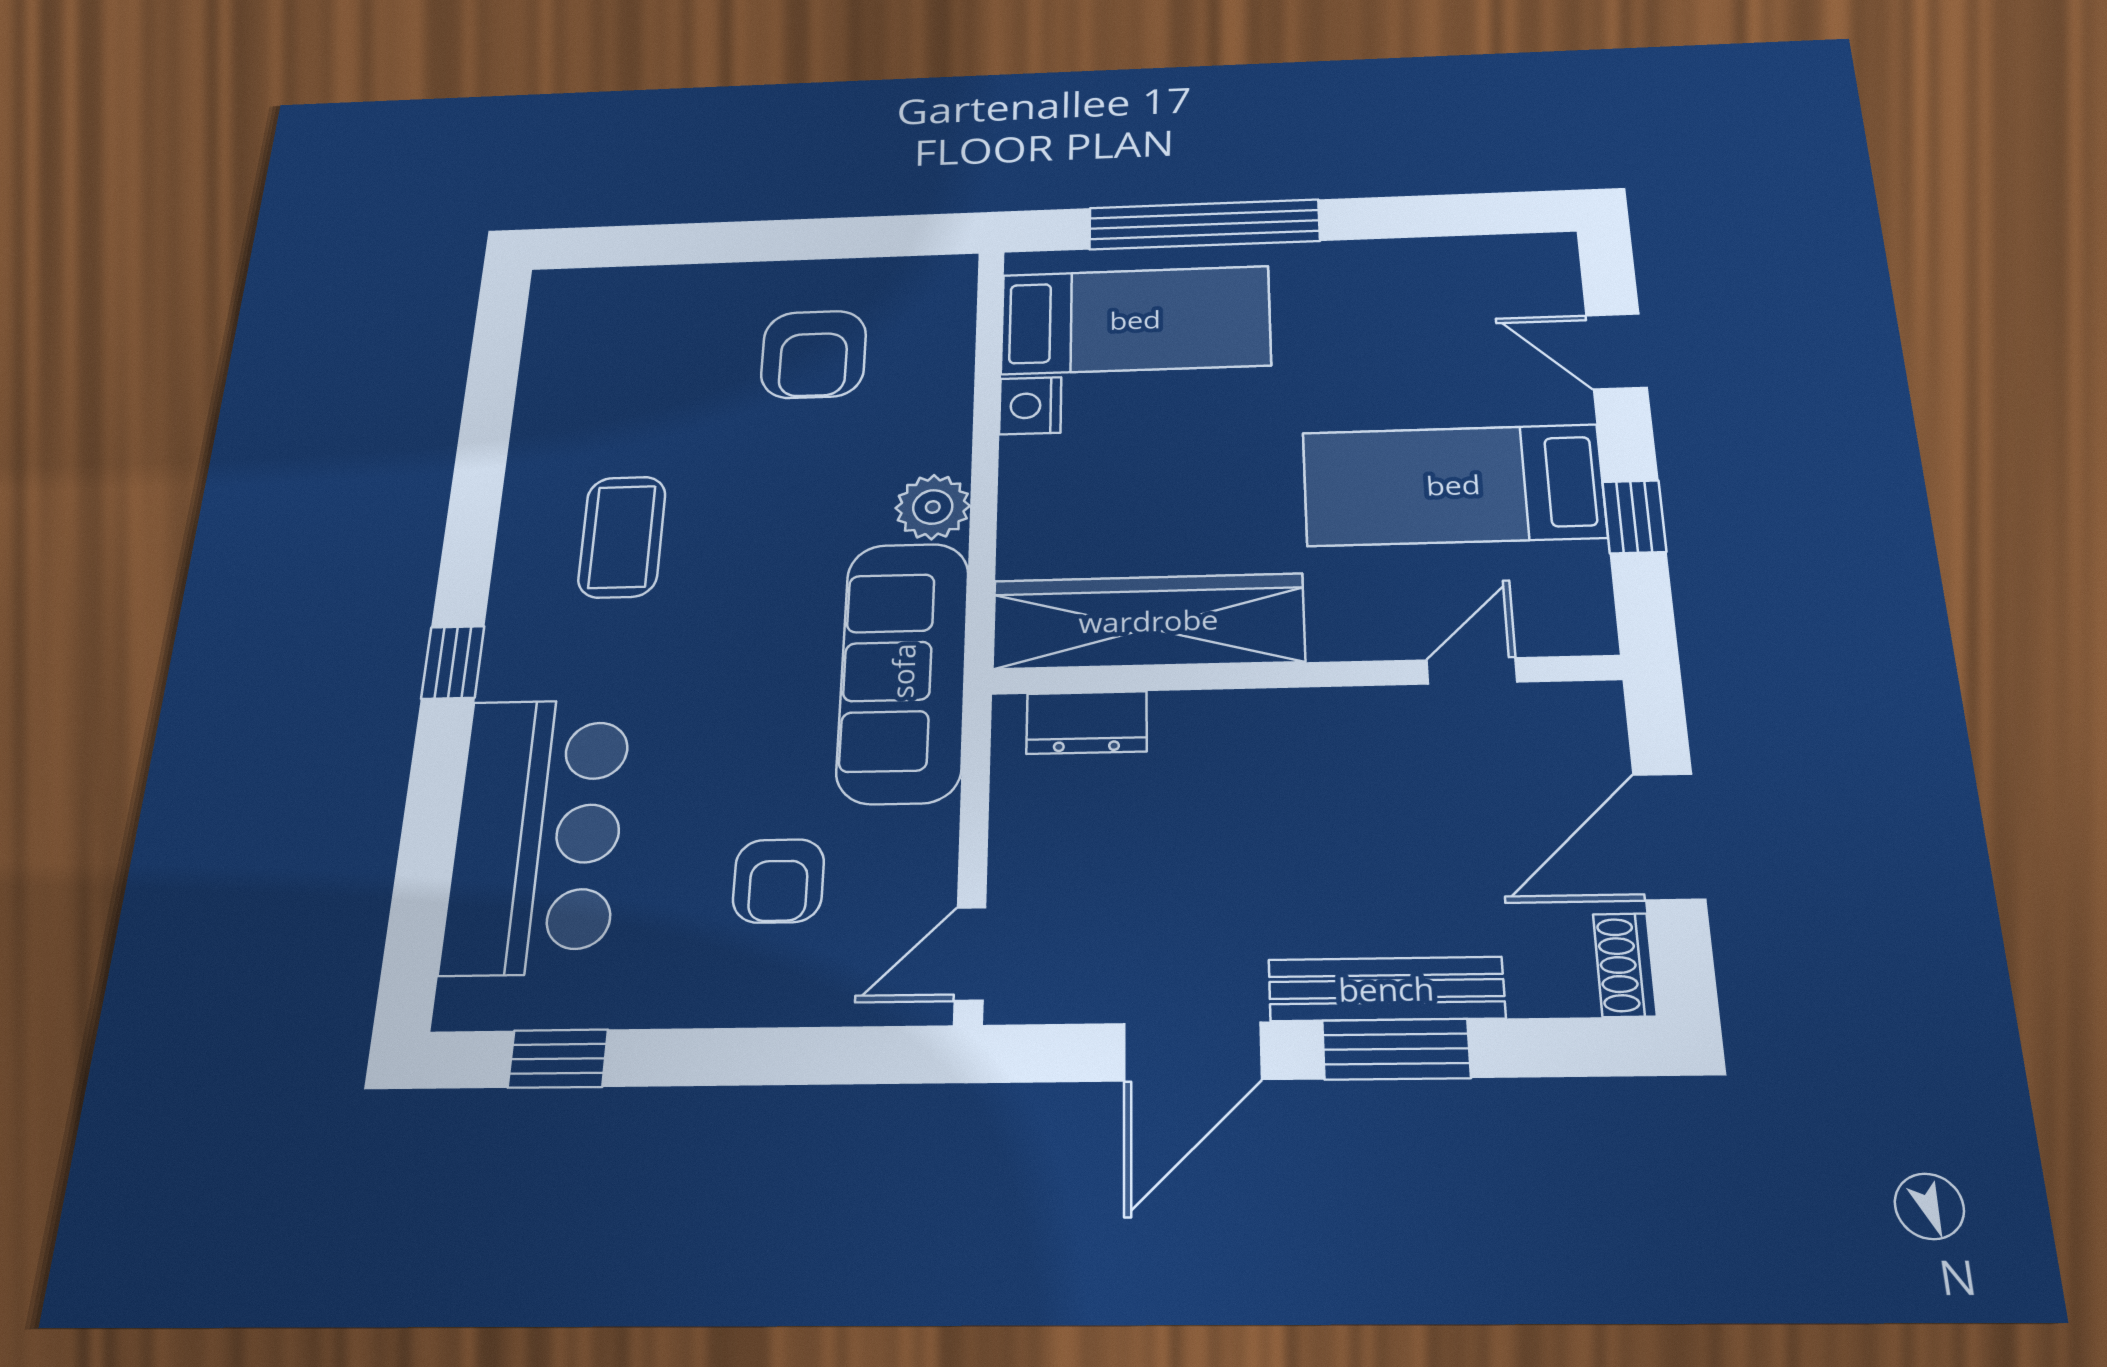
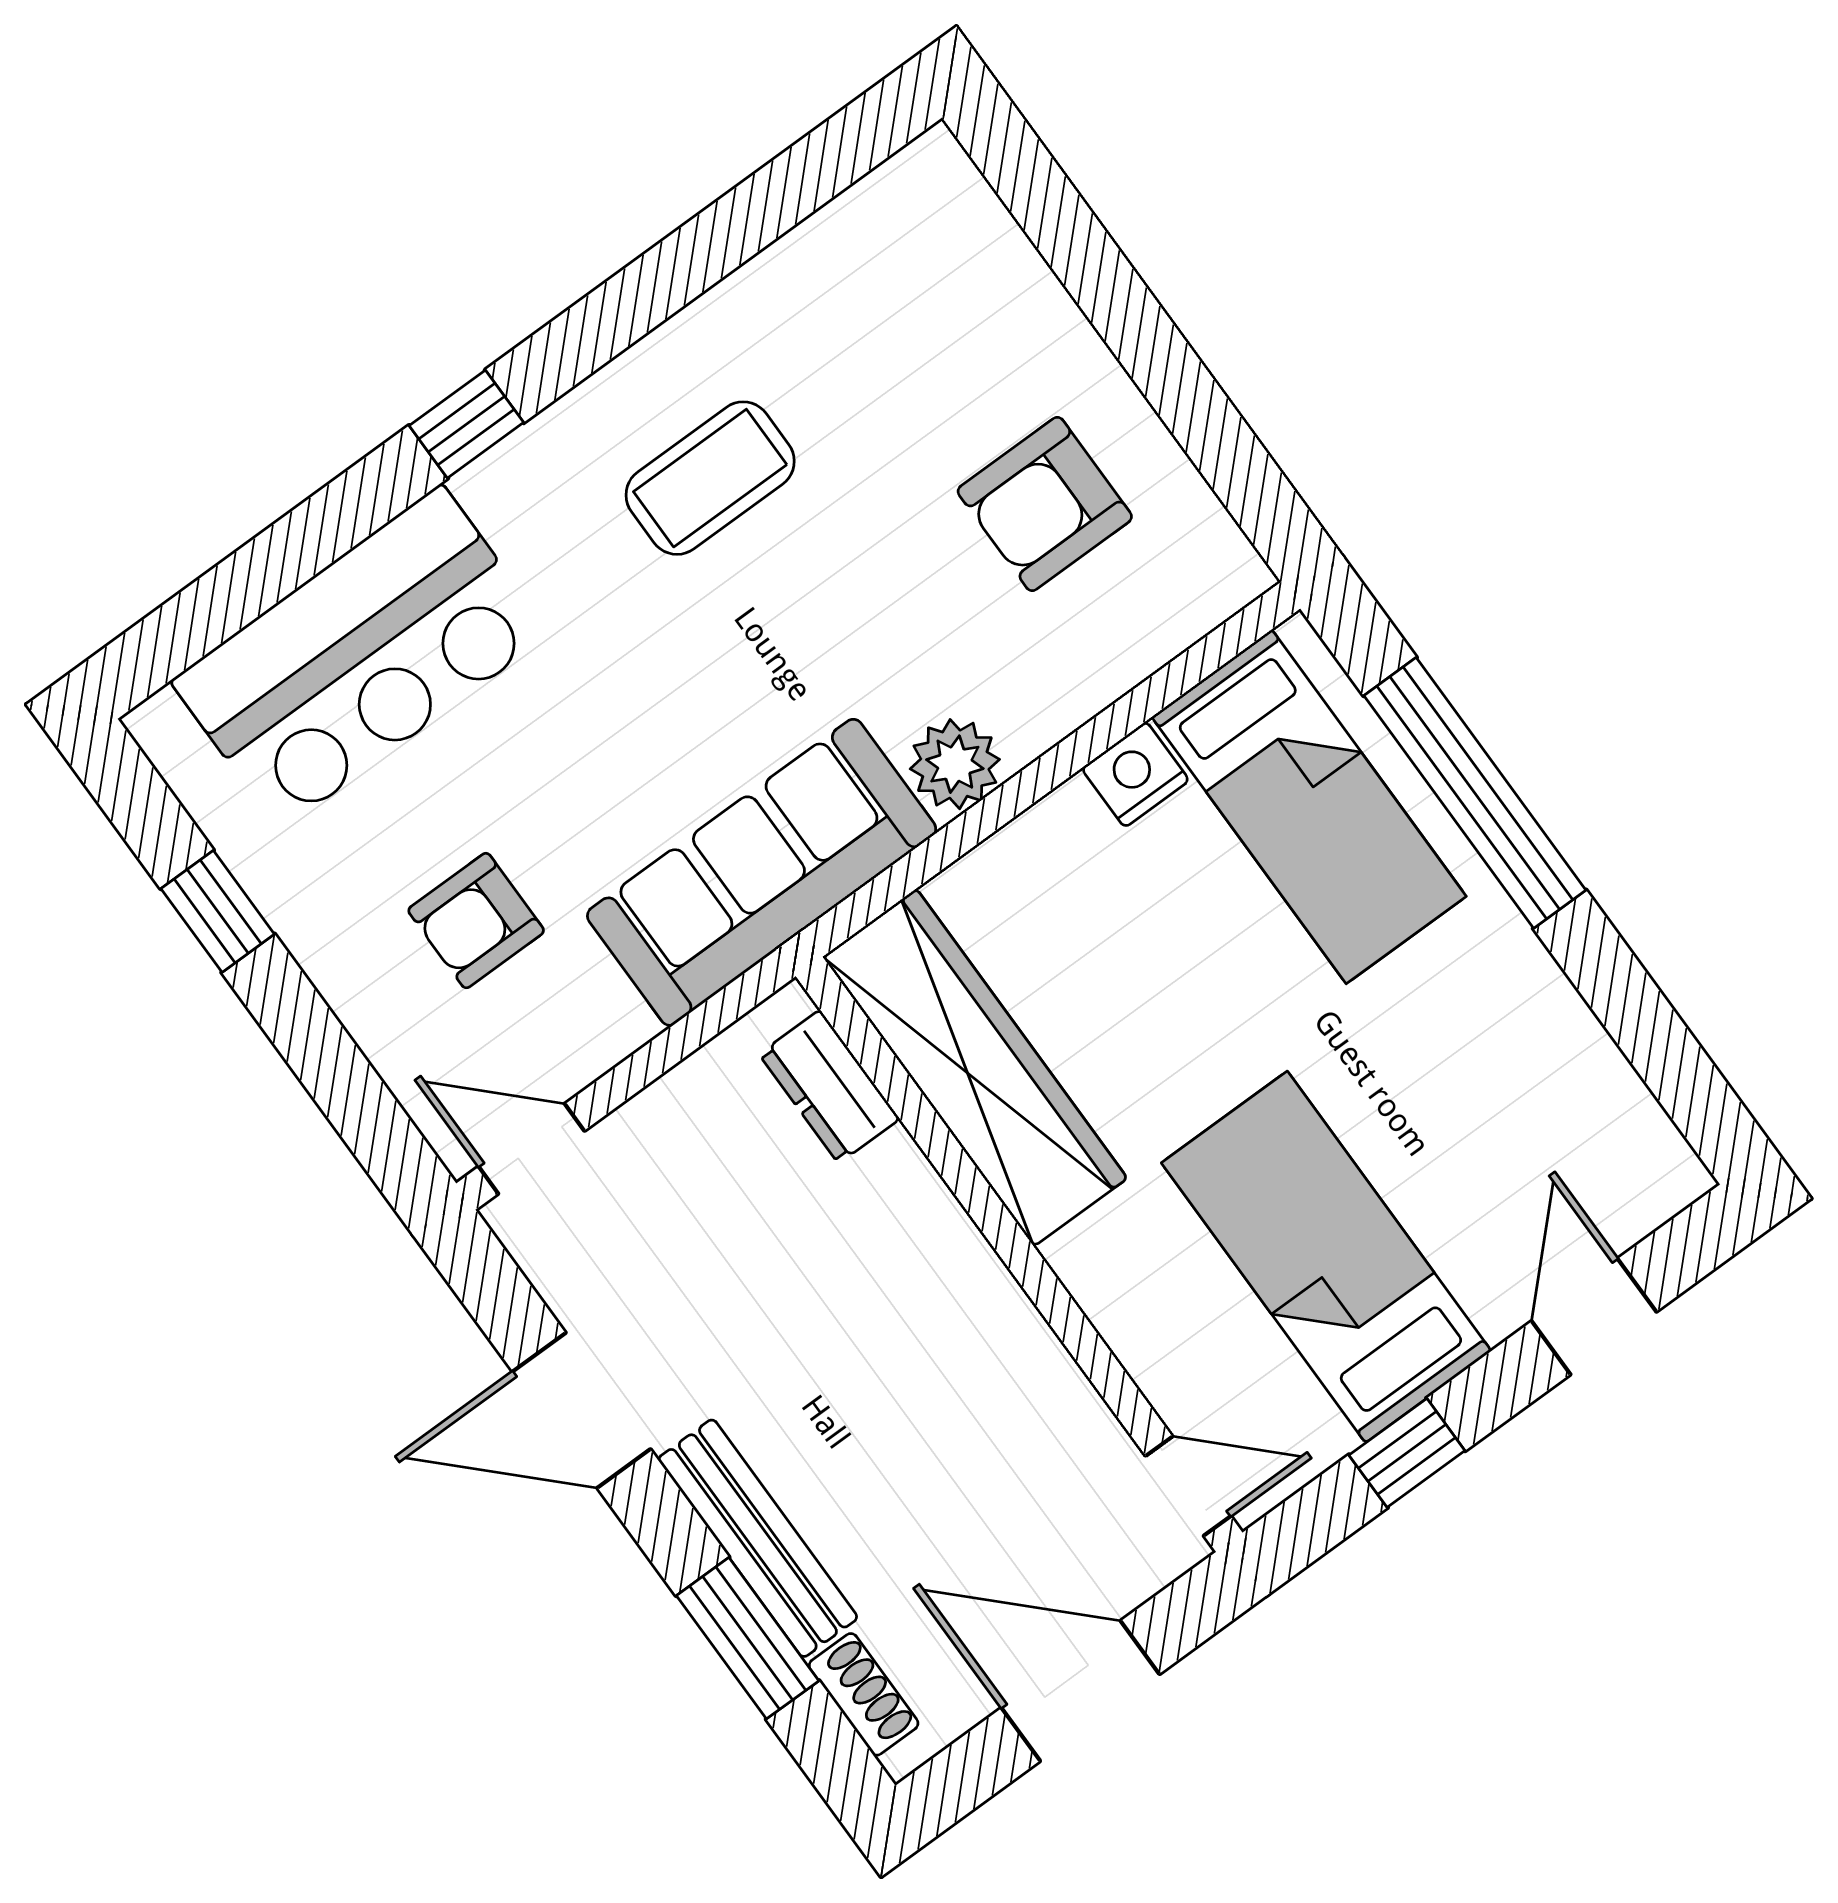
door: (1472, 671) -> (1188, 1486), moved
shoe rack: (1625, 965) -> (864, 1694), moved, turned 90
window: (1396, 1049) -> (748, 1638), moved
window: (558, 1059) -> (218, 911), moved

